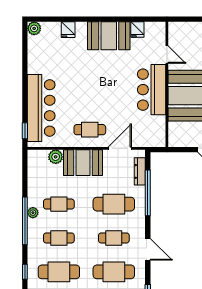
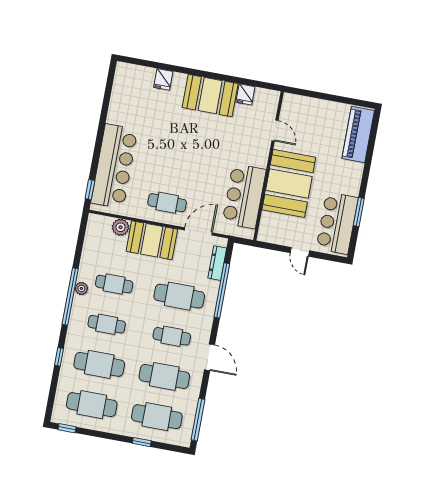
plant: (34, 28) -> (123, 70), removed
bar counter: (152, 90) -> (244, 196), moved

